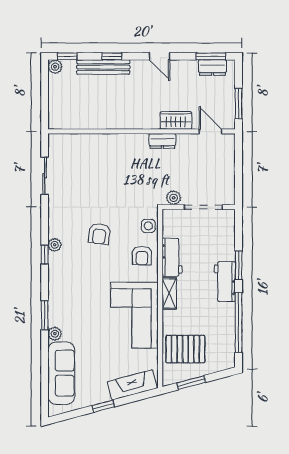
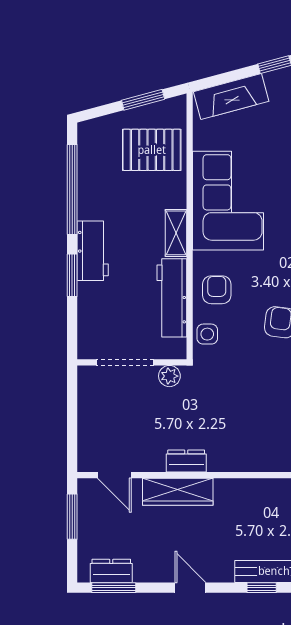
wardrobe: (176, 120) -> (178, 492), width x1.50
workbench: (172, 257) -> (172, 298), width x1.38

